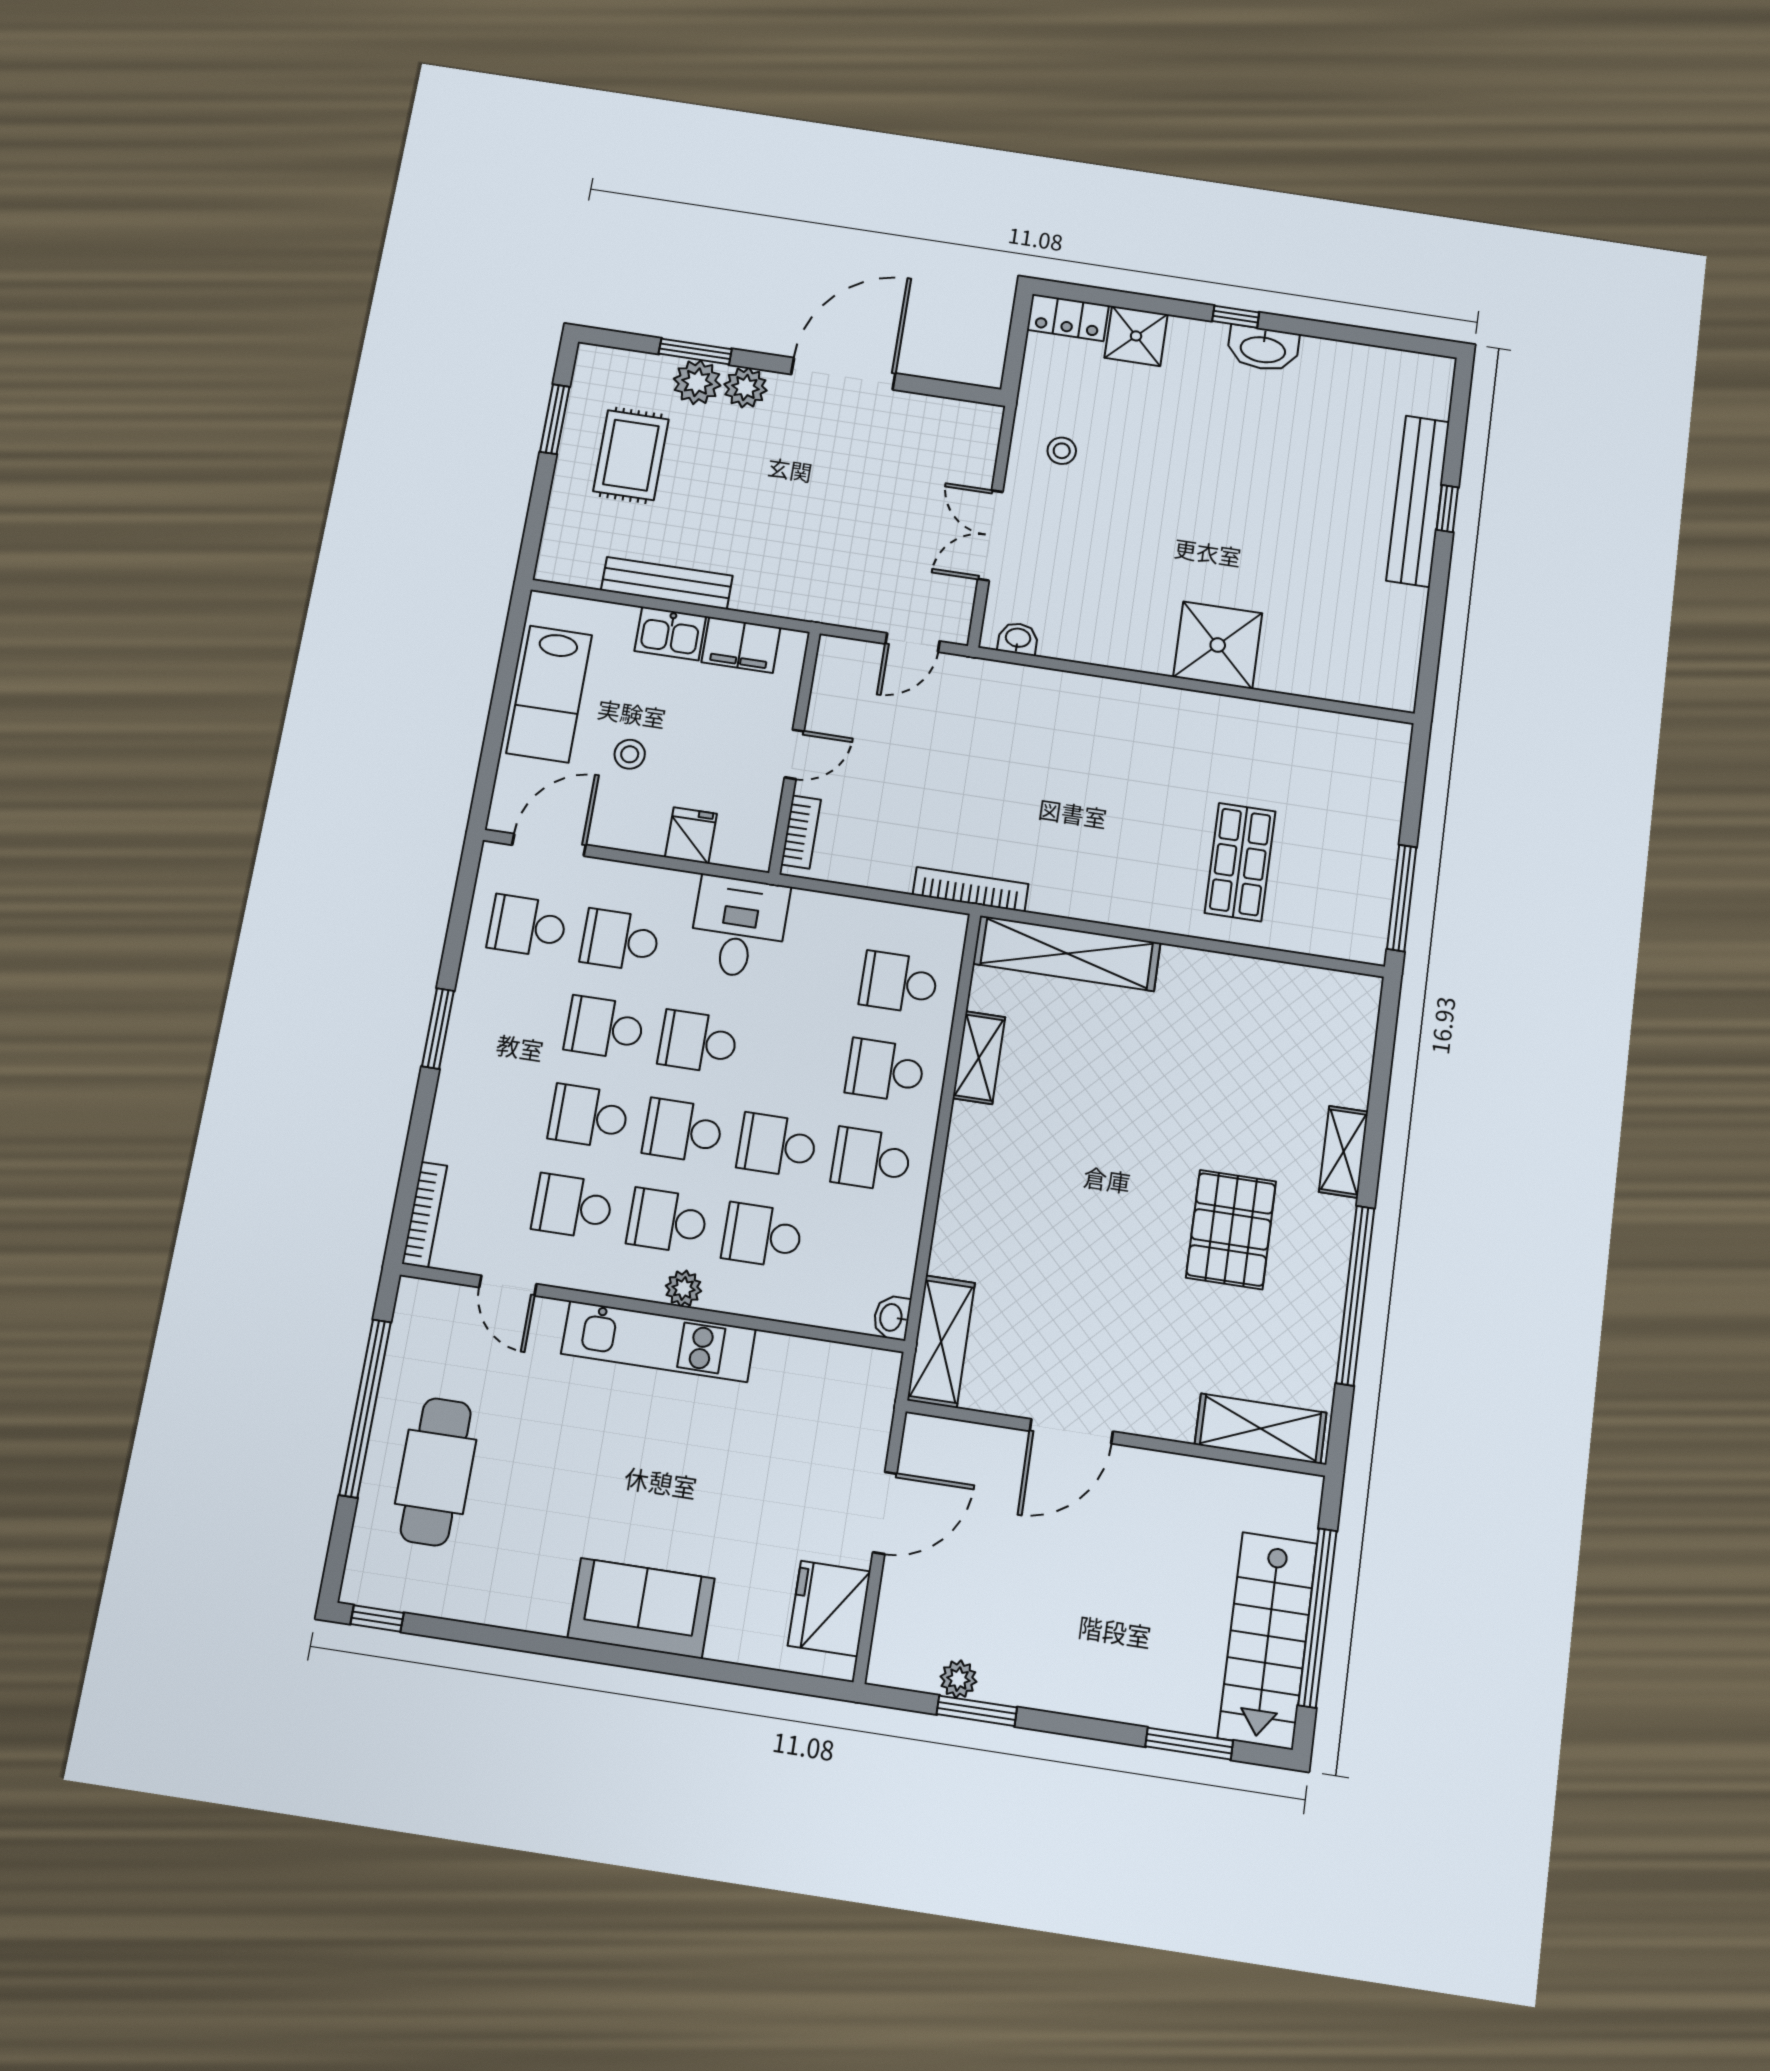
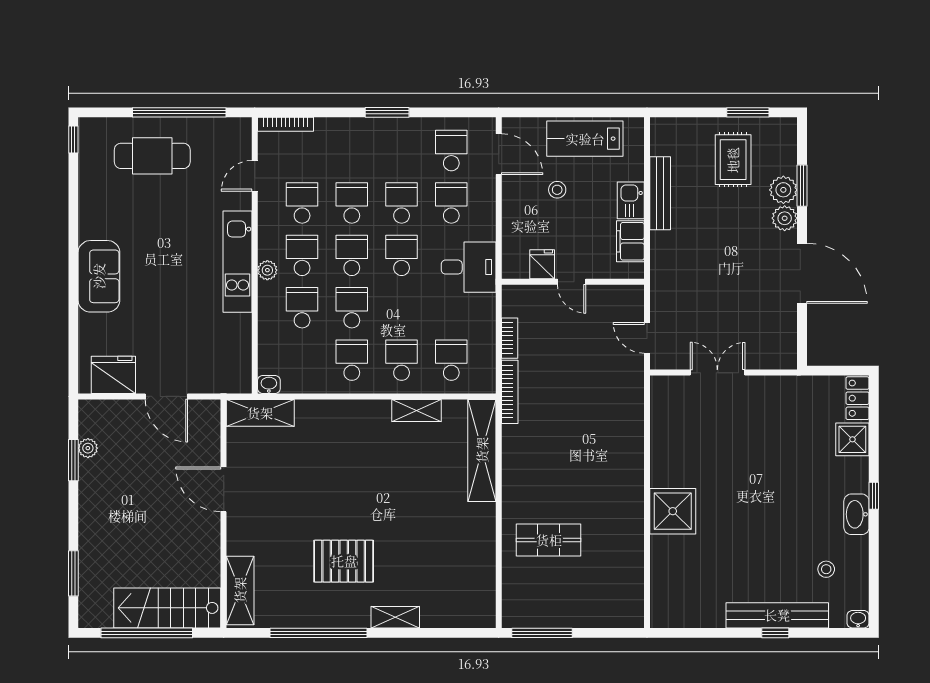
stool: (1062, 451) -> (826, 569), moved
rug: (631, 455) -> (733, 160), turned 90
washbasin: (1018, 639) -> (858, 619), moved, turned -90
bookcase: (801, 832) -> (510, 338), moved, turned -90
fridge: (691, 835) -> (542, 264), moved, turned -90
stairs: (1268, 1640) -> (167, 608), moved

